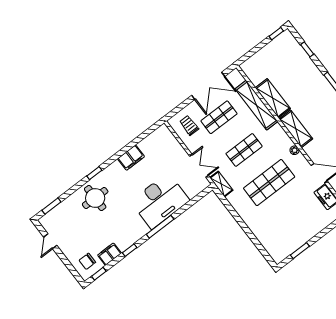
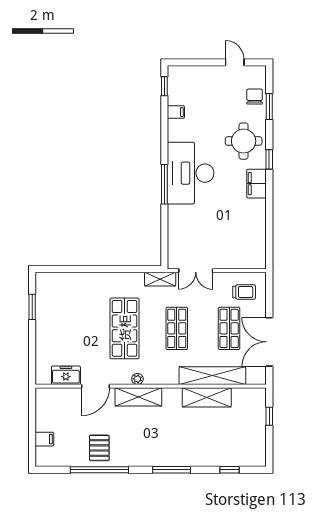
window: (276, 34) -> (269, 416), moved
shelving: (296, 129) -> (138, 397), moved
filing cabinet: (131, 158) -> (257, 184), moved
desk: (160, 201) -> (191, 173), moved
window: (51, 206) -> (269, 106), moved
window: (130, 250) -> (164, 136), removed
filing cabinet: (109, 254) -> (176, 112), width x0.50
chair: (87, 261) -> (255, 97), moved

